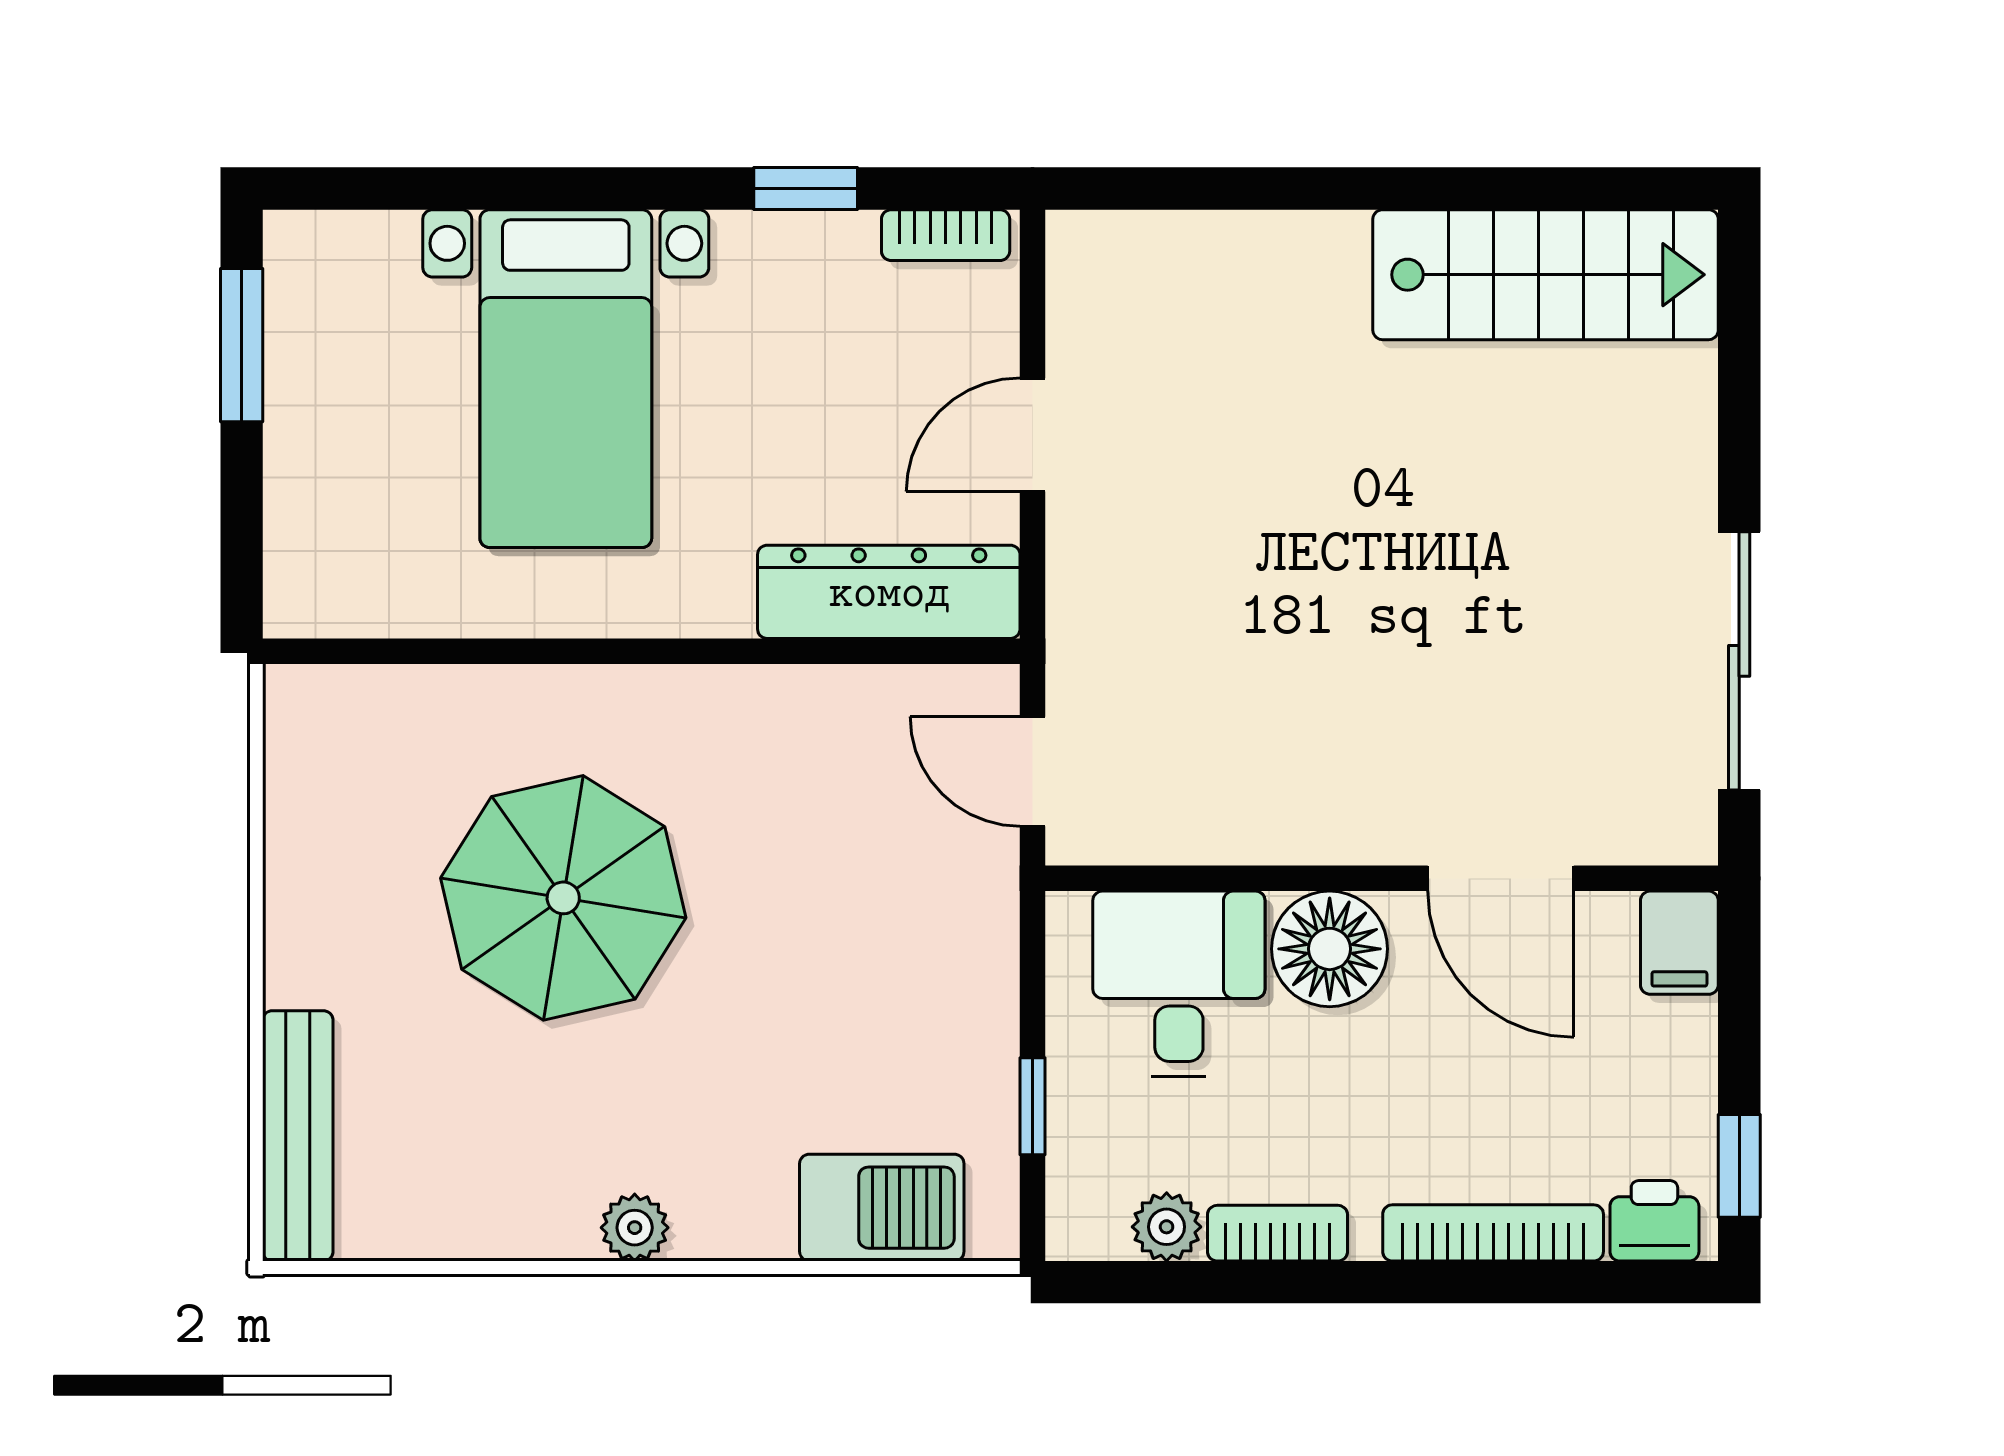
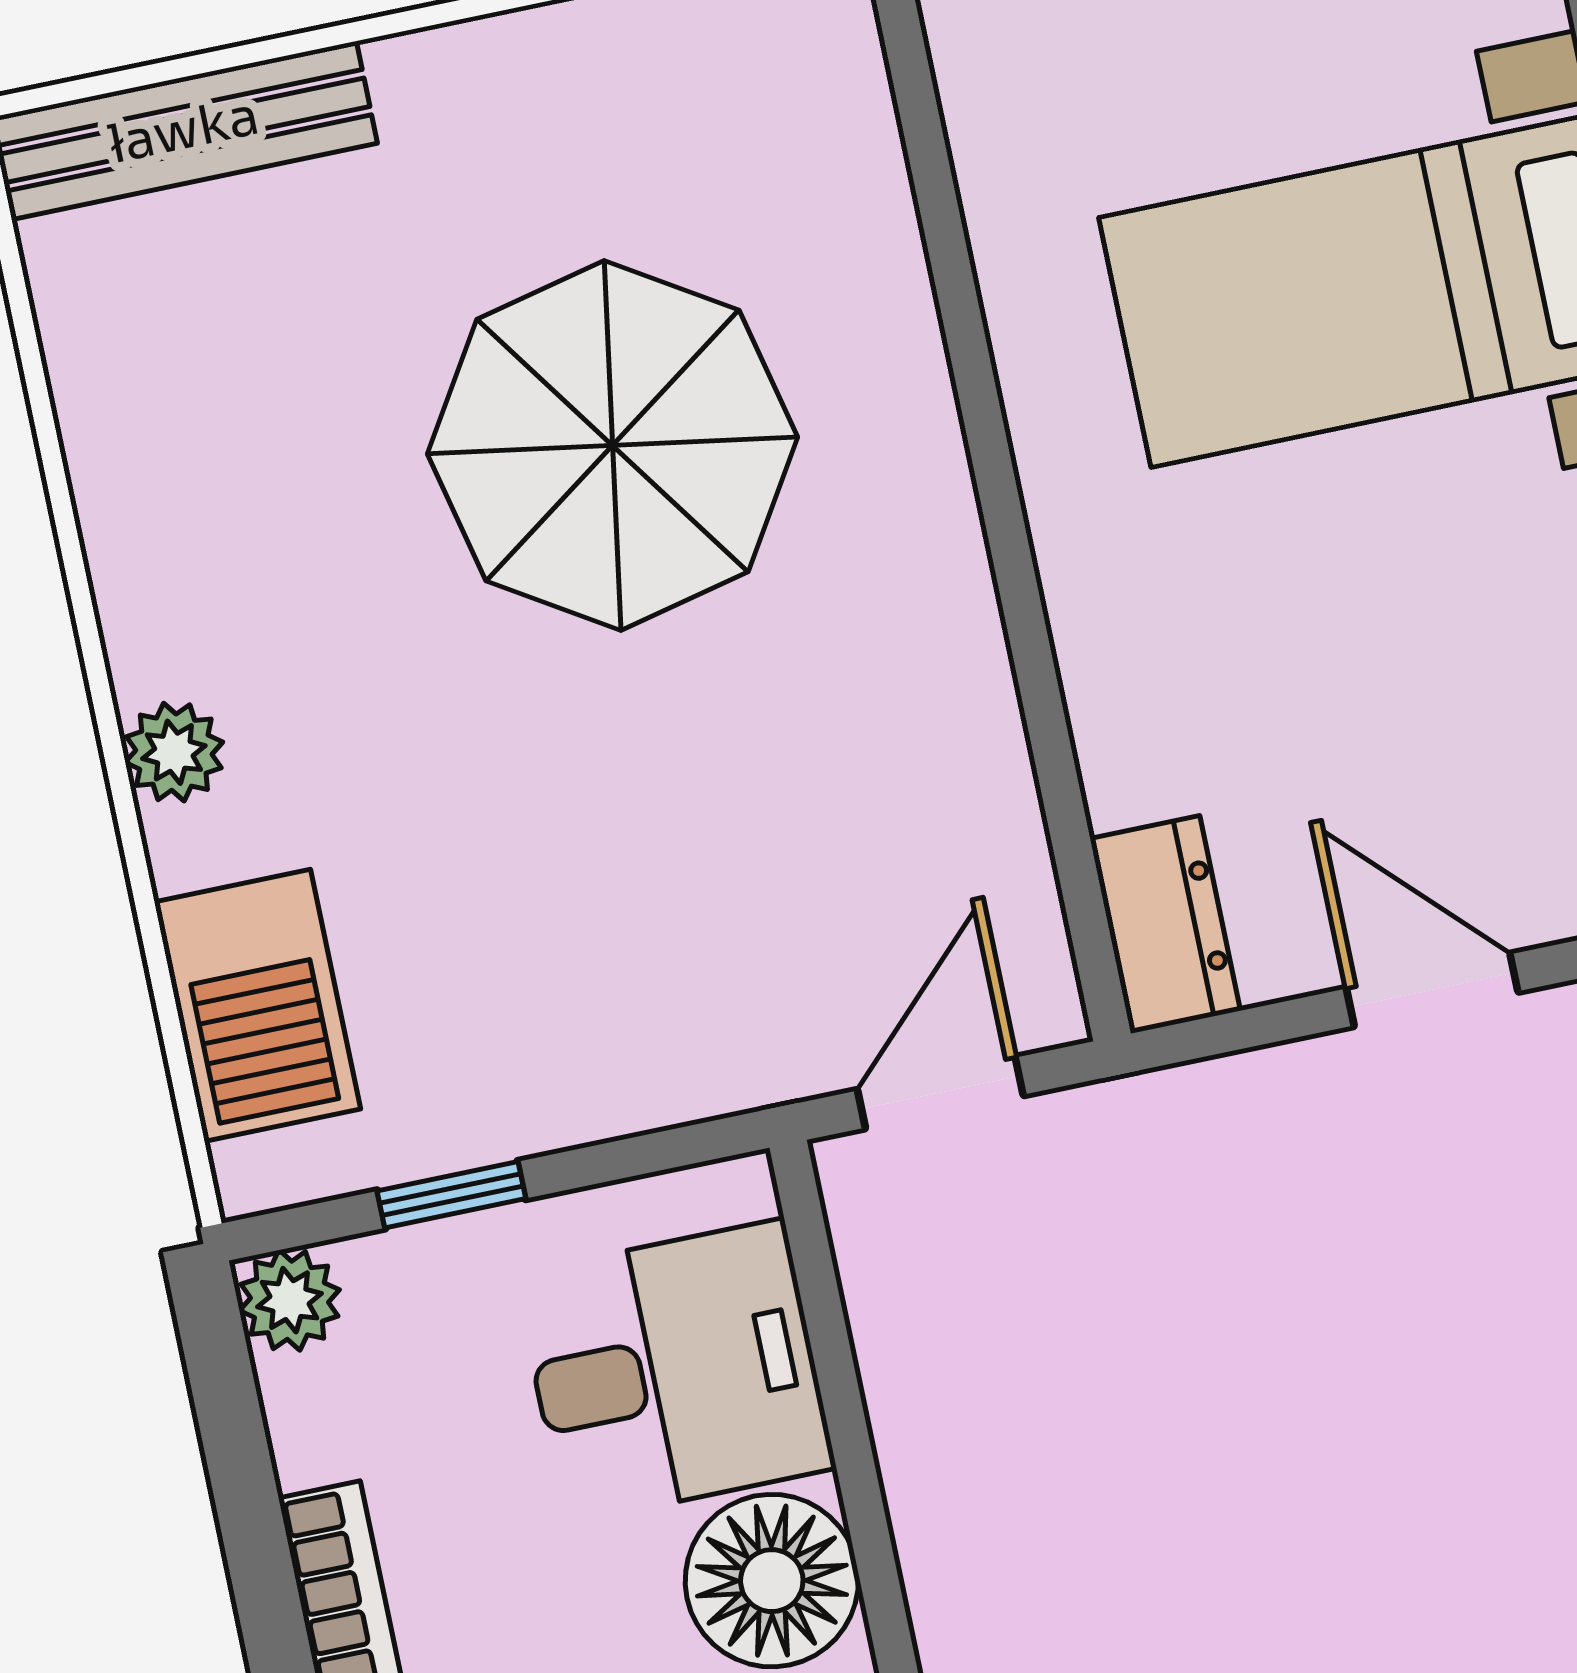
dresser: (889, 592) -> (1165, 924), width x0.51, depth x0.80
plant: (1167, 1227) -> (289, 1300), moved
plant: (635, 1228) -> (174, 752), moved

